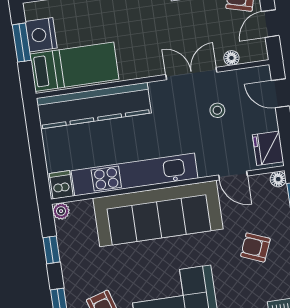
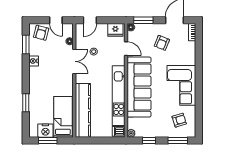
double door: (191, 73) -> (74, 61), swing flipped
door: (233, 176) -> (126, 49), hinge flipped

